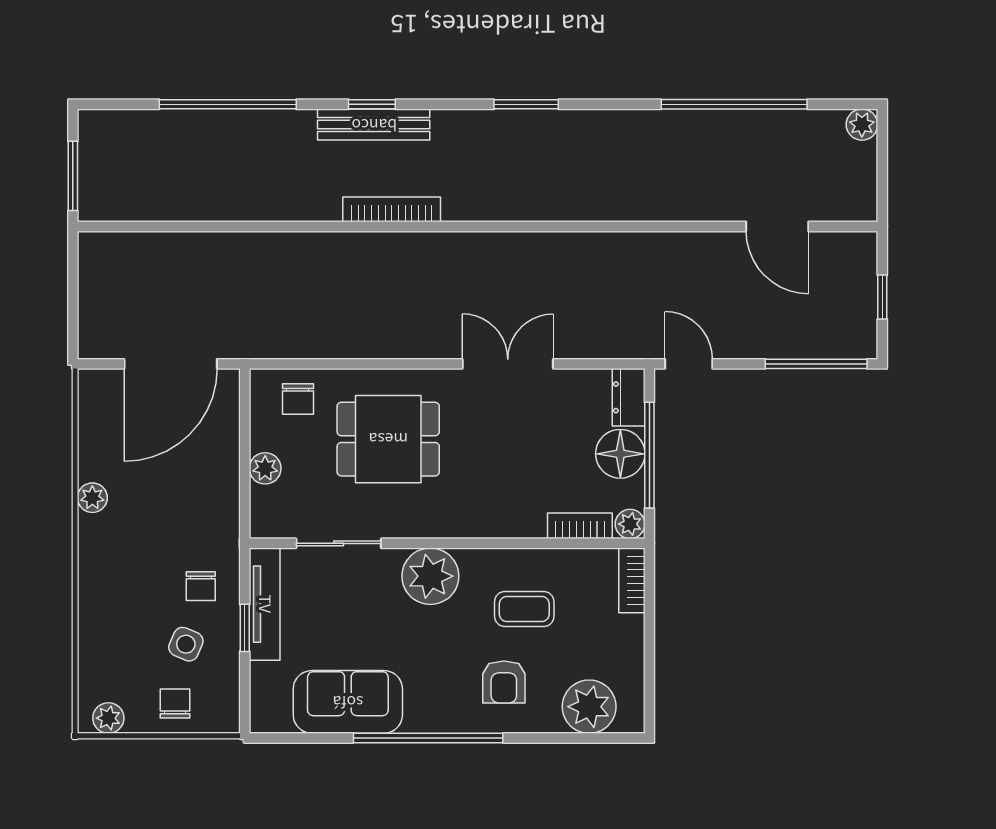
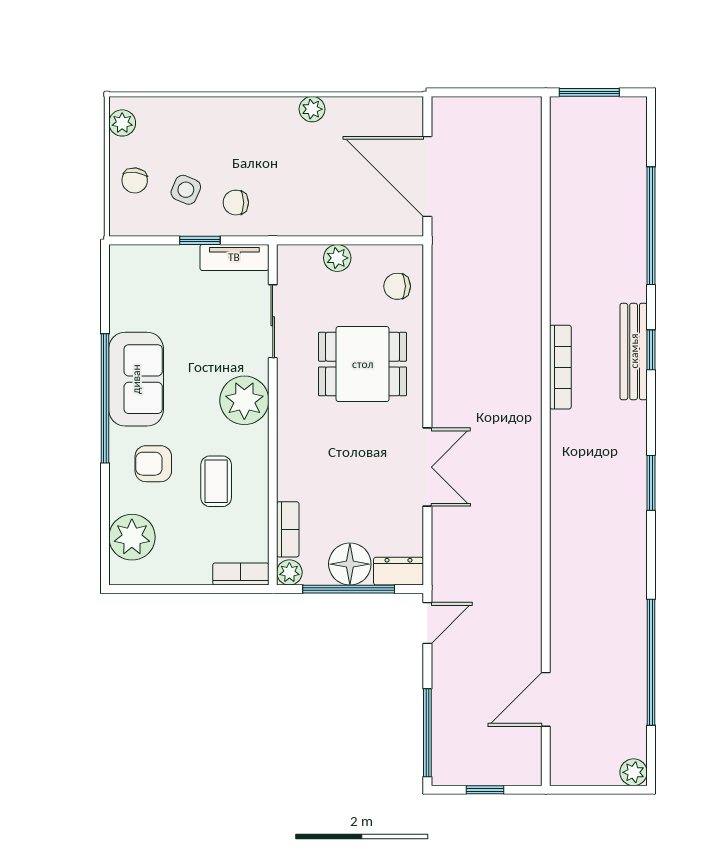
dining table: (388, 439) -> (363, 364), turned 90
tv unit: (265, 604) -> (234, 257), width x0.71
sofa: (348, 702) -> (136, 379), moved
chair: (175, 704) -> (135, 180), turned 97

